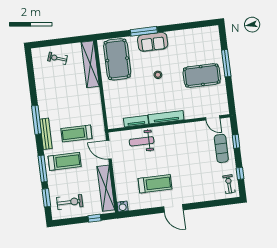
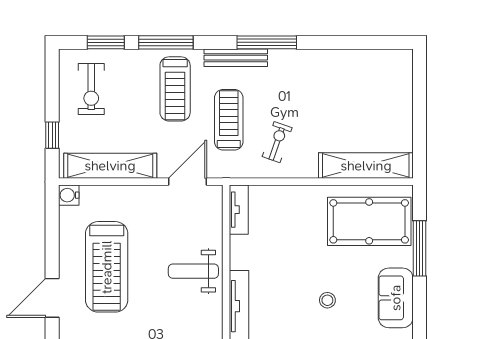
window: (144, 31) -> (419, 248), moved
exercise bike: (57, 58) -> (277, 142), moved
tv unit: (136, 121) -> (239, 210), moved
weight bench: (142, 141) -> (193, 271), moved, turned -90
treadmill: (155, 184) -> (107, 267), width x1.37, depth x1.38

